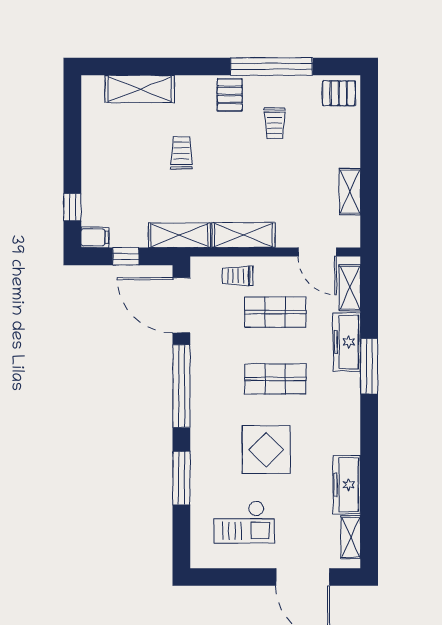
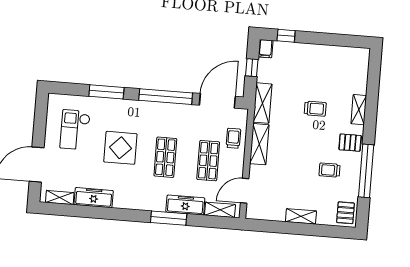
shelving: (140, 89) -> (359, 110), moved, width x0.67, depth x0.75
shelving: (350, 192) -> (301, 216), moved

